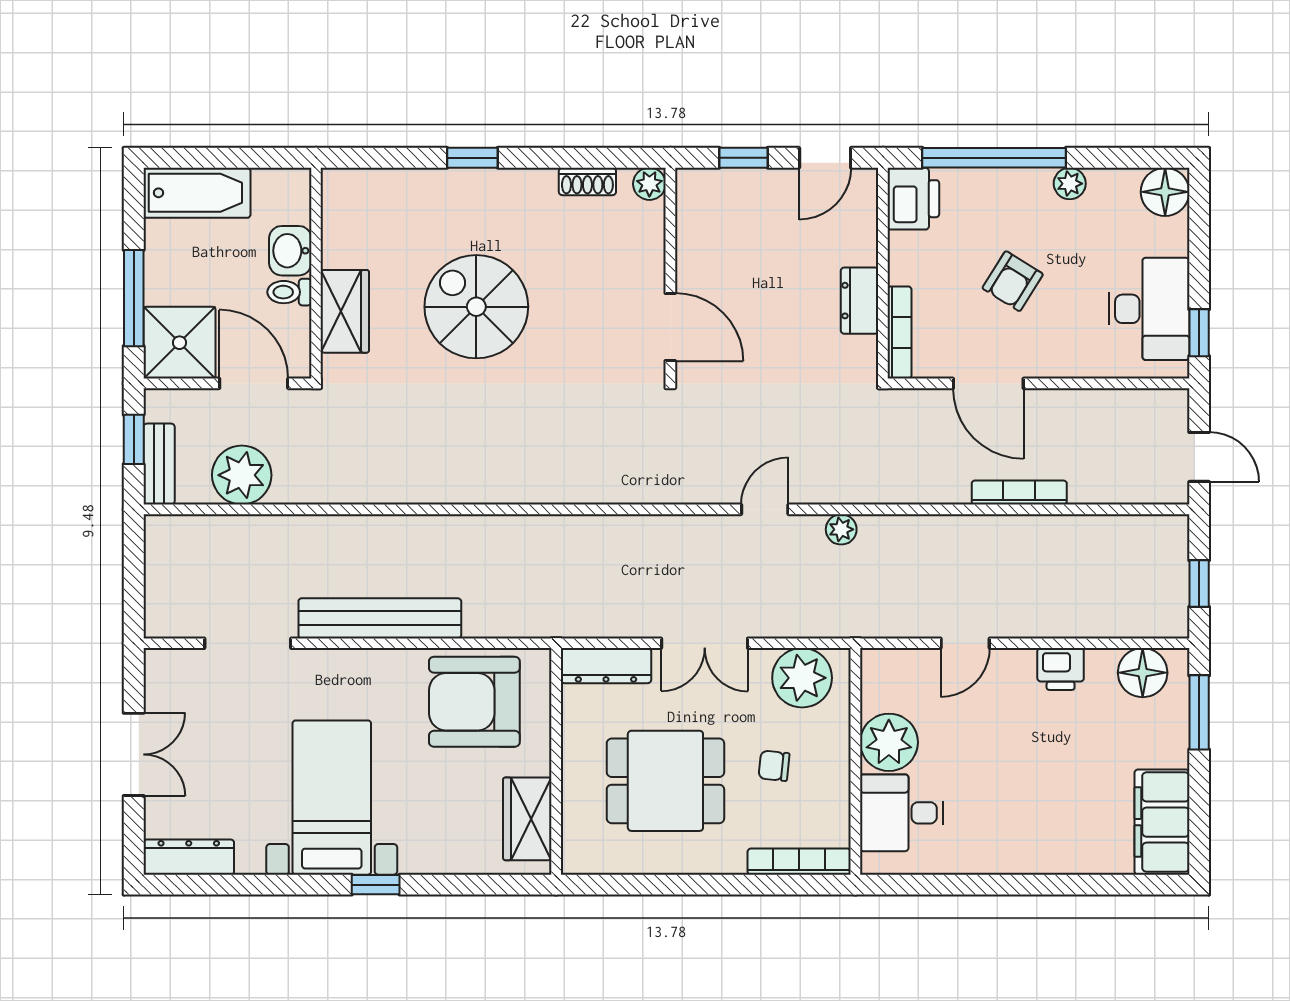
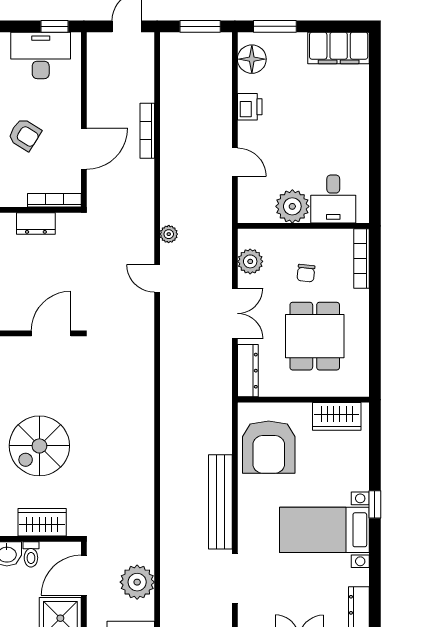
window: (1199, 583) -> (200, 26), width x1.50
plant: (802, 678) -> (250, 261), width x0.73, depth x0.73

